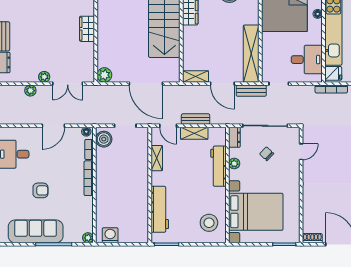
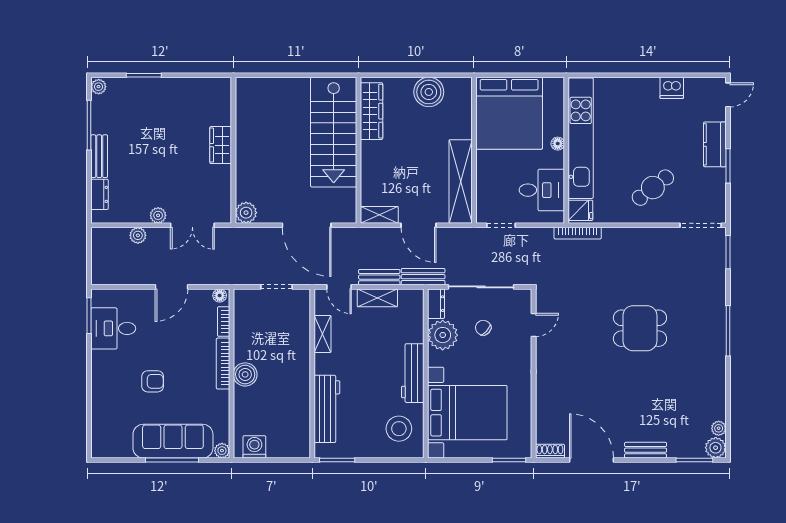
floor lamp: (318, 14) -> (558, 144), moved
bench: (251, 91) -> (423, 277), moved
boiler: (104, 139) -> (245, 374), moved
plant: (234, 164) -> (443, 335), width x1.88, depth x1.88
workbench: (218, 166) -> (413, 373), moved
sofa: (36, 231) -> (173, 441), moved

